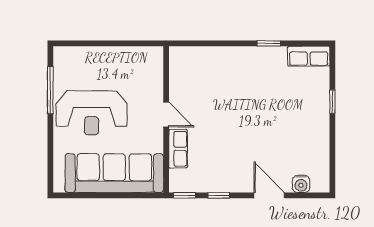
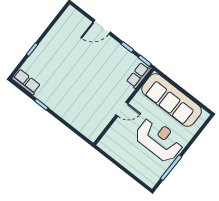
door: (166, 115) -> (122, 109), swing flipped
row of seats: (178, 149) -> (138, 75), moved
water cooler: (301, 184) -> (81, 20), removed
door: (269, 195) -> (102, 27), hinge flipped

